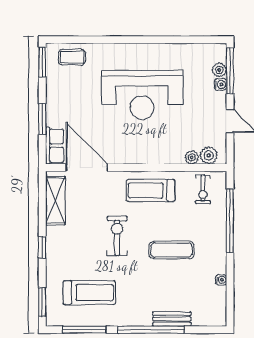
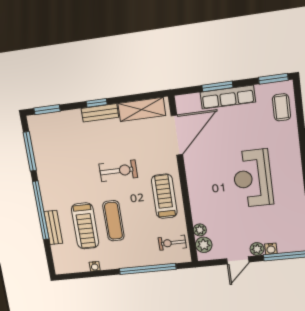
plant: (219, 70) -> (257, 249), moved
reception desk: (142, 95) -> (253, 178), width x0.74, depth x0.77
row of seats: (55, 146) -> (228, 97), moved, width x1.48
bench: (53, 246) -> (100, 113), added
treadmill: (89, 293) -> (85, 226), moved

